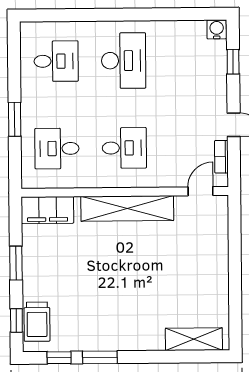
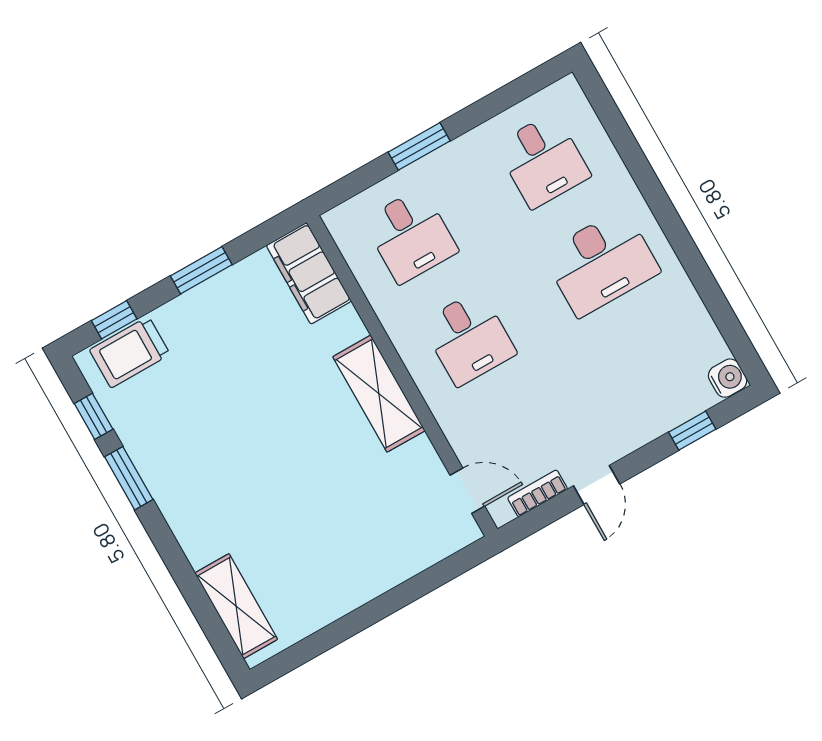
desk: (57, 149) -> (410, 236), turned 180
shelving: (127, 208) -> (379, 394), width x0.68

